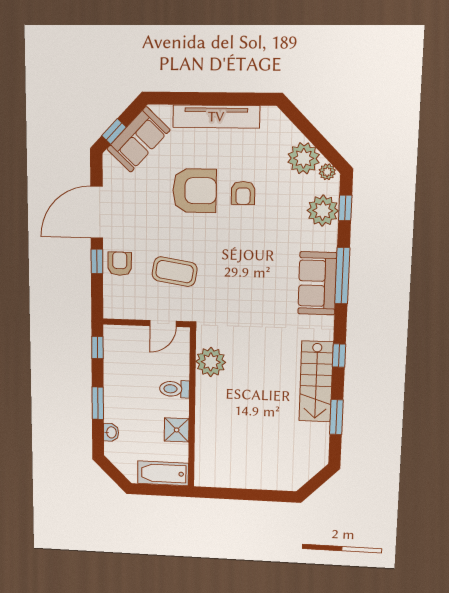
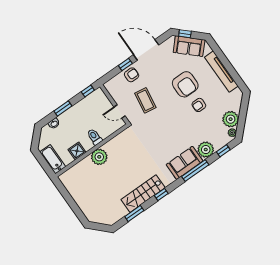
plant: (323, 211) -> (206, 150), moved
plant: (211, 362) -> (99, 157), moved

